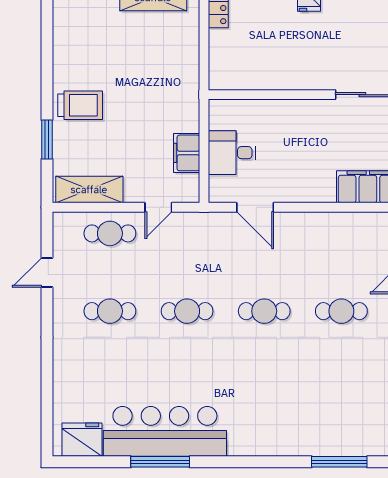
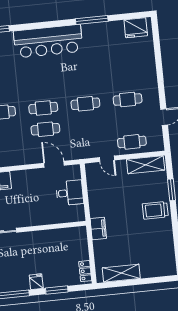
filing cabinet: (187, 153) -> (98, 229), moved
door: (158, 207) -> (107, 159), swing flipped
cafe table: (264, 272) -> (45, 129), added
bar counter: (165, 431) -> (48, 41), moved

